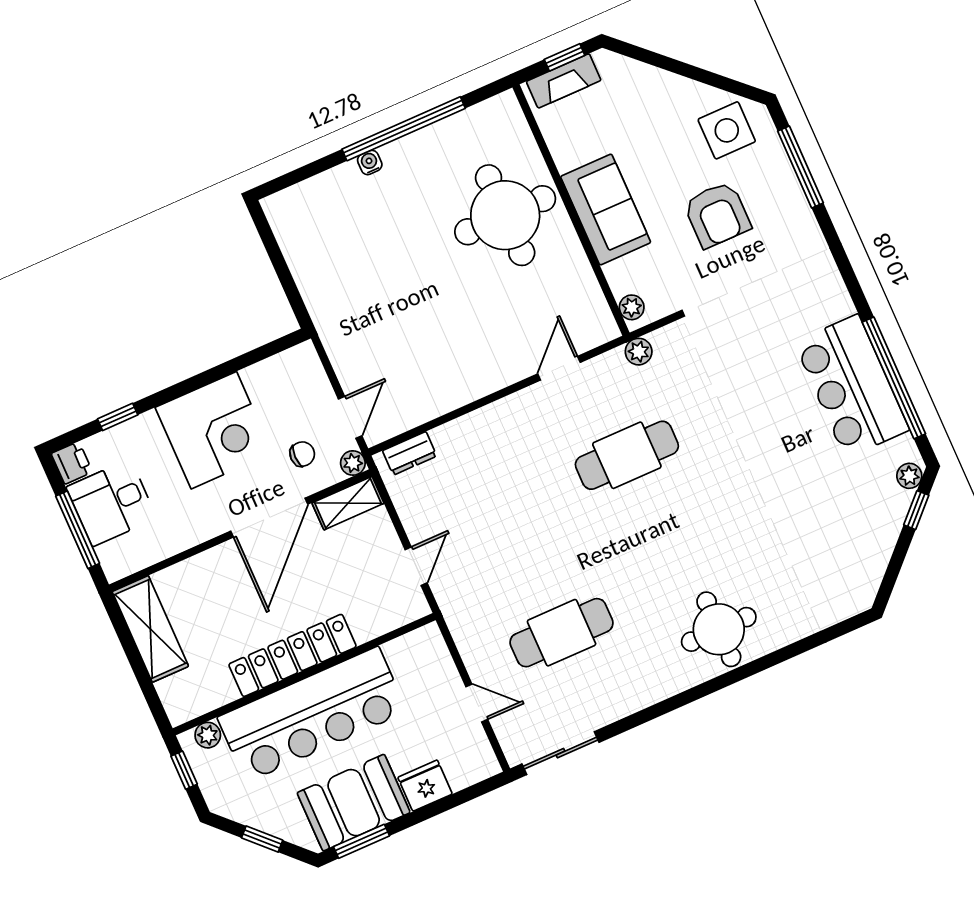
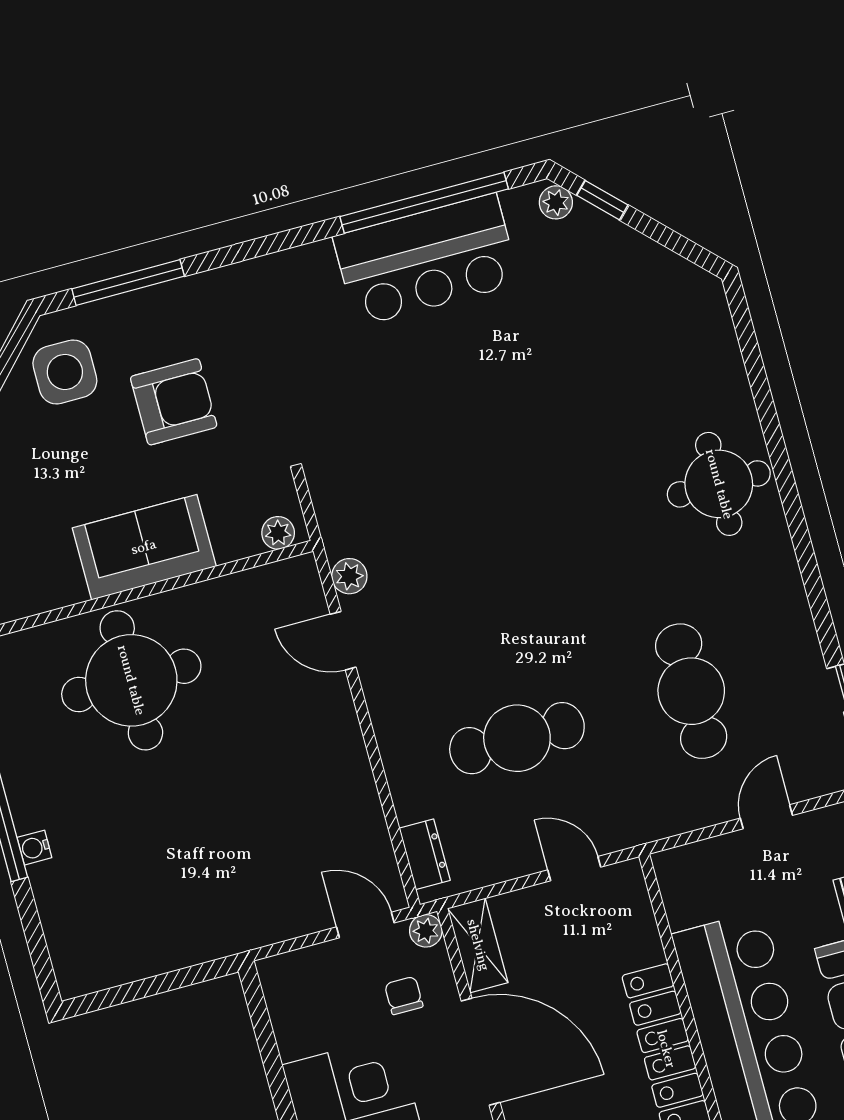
plant: (639, 352) -> (349, 576), moved
cafe table: (627, 455) -> (517, 738), moved, turned 90

